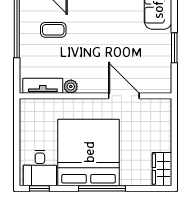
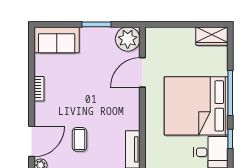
plant: (71, 87) -> (128, 39), moved, width x1.88, depth x1.88
window: (39, 188) -> (230, 139), moved

